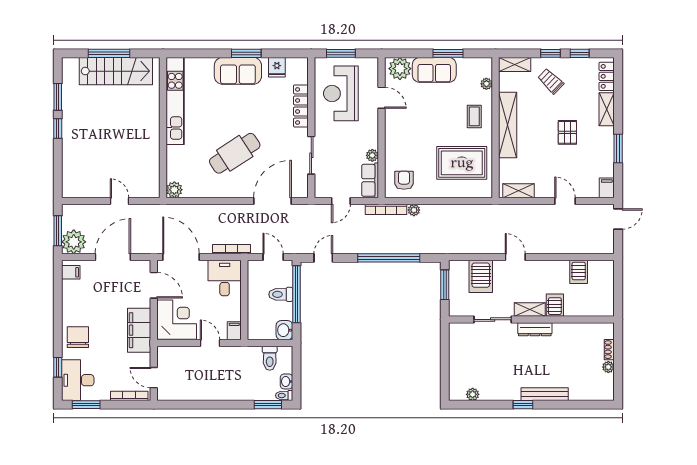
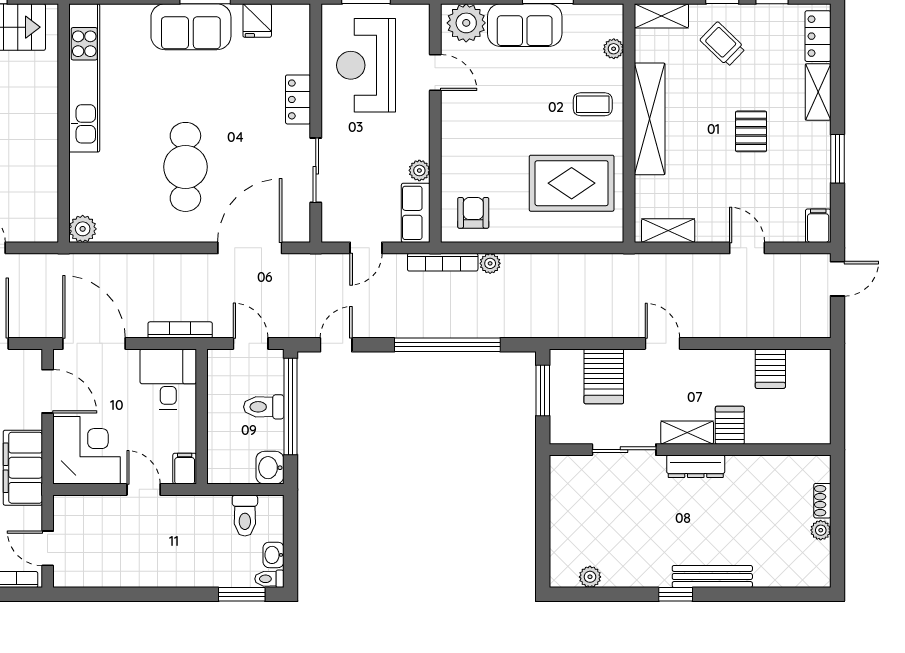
locker: (301, 106) -> (298, 99), width x0.66
coffee table: (474, 116) -> (593, 104), turned 90
cafe table: (235, 153) -> (185, 167), turned -57

